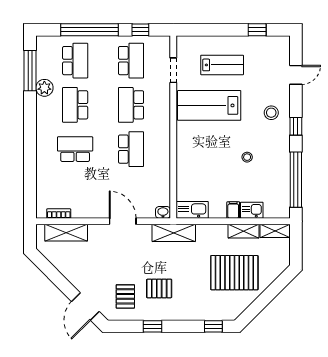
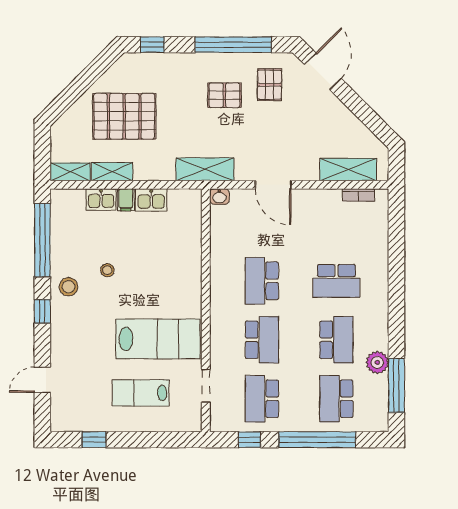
stool: (271, 113) -> (69, 287), moved
kitchen sink: (192, 210) -> (151, 200), moved, width x0.73
window: (153, 326) -> (233, 45), width x3.17

